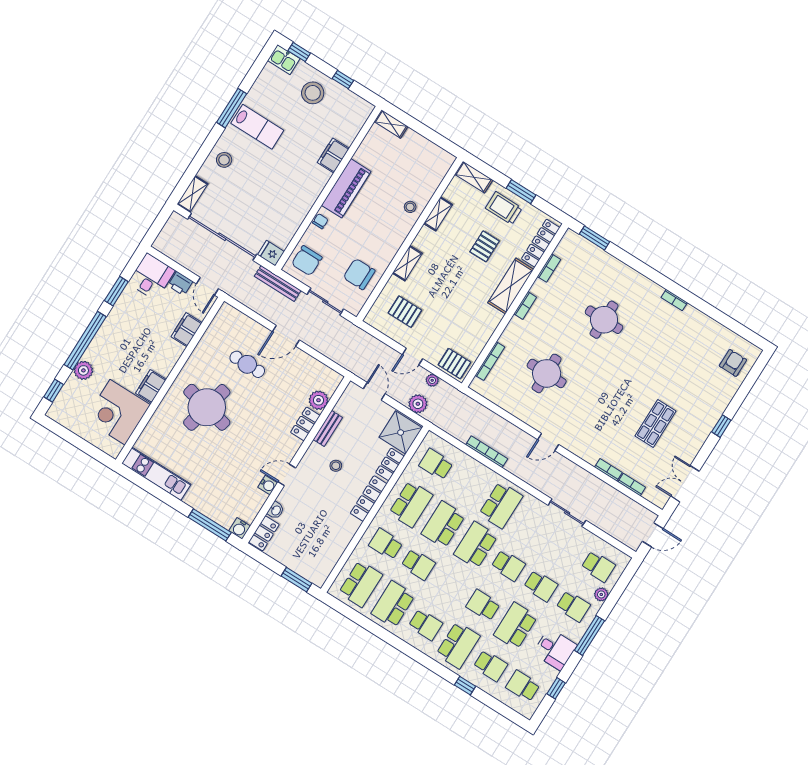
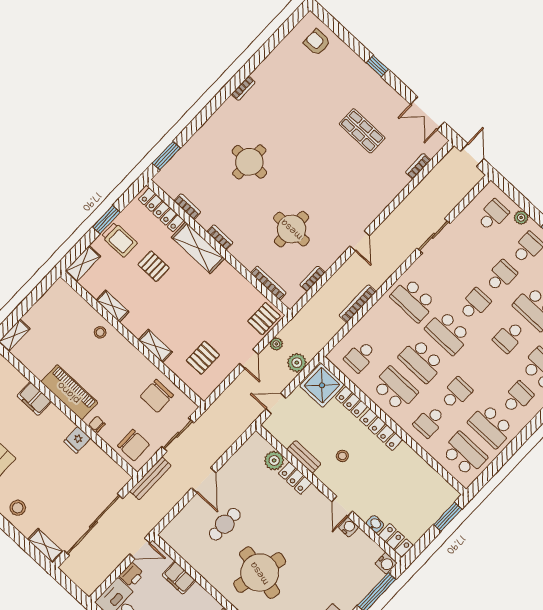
trolley: (504, 208) -> (119, 240), turned -90
fridge: (271, 253) -> (77, 440), moved
bookcase: (608, 470) -> (312, 279), moved
school desk: (501, 505) -> (413, 300), turned 180

